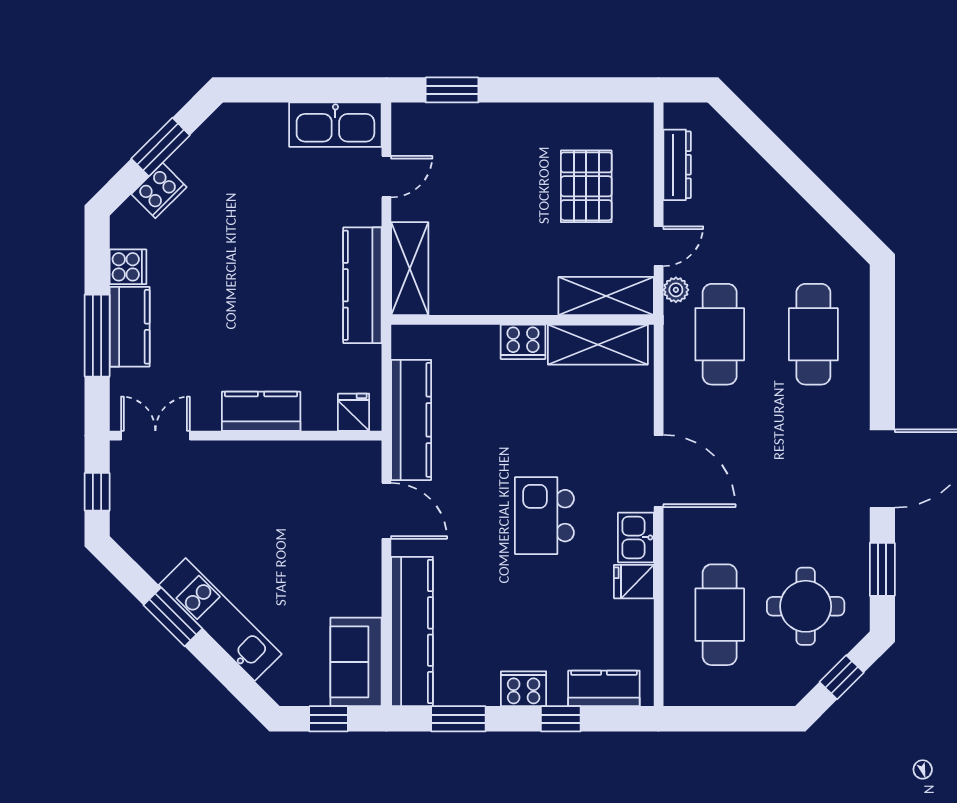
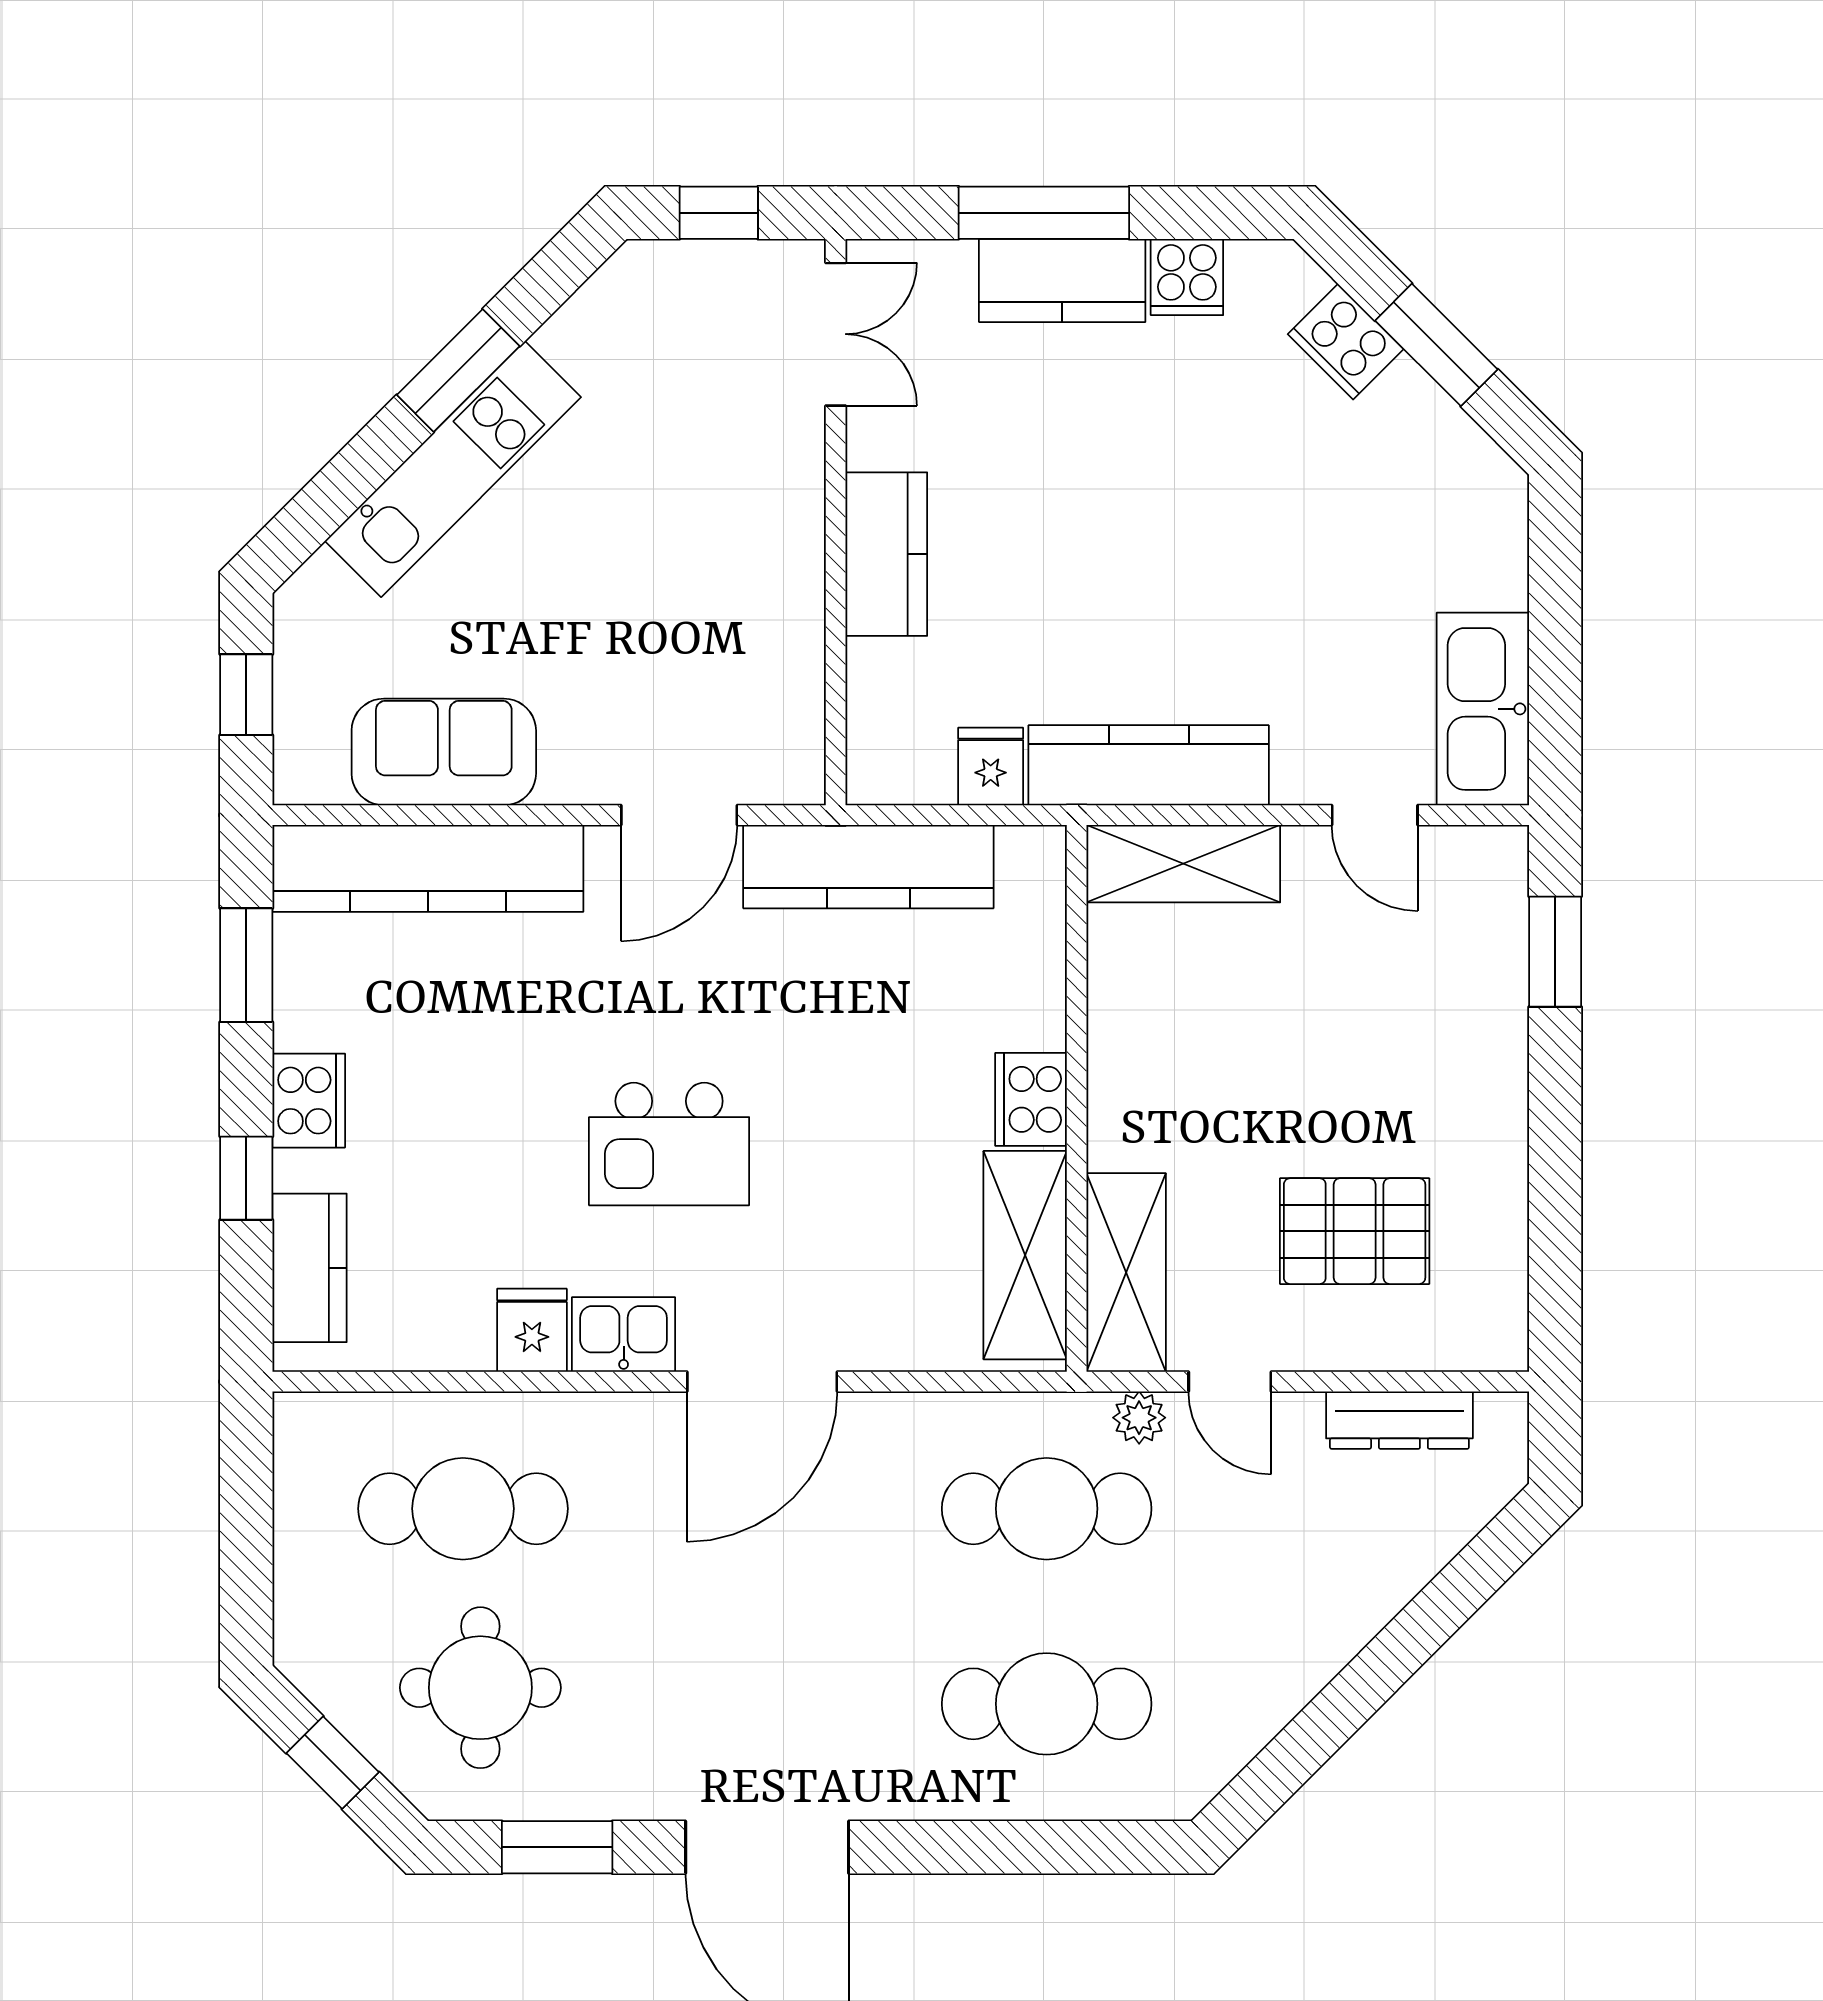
fridge: (354, 412) -> (991, 766), moved, turned -90
kitchen island: (544, 516) -> (669, 1144), turned 180
sofa: (356, 662) -> (444, 752), moved

